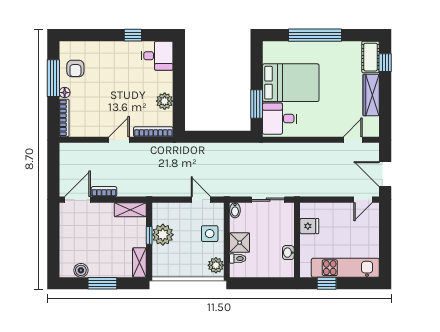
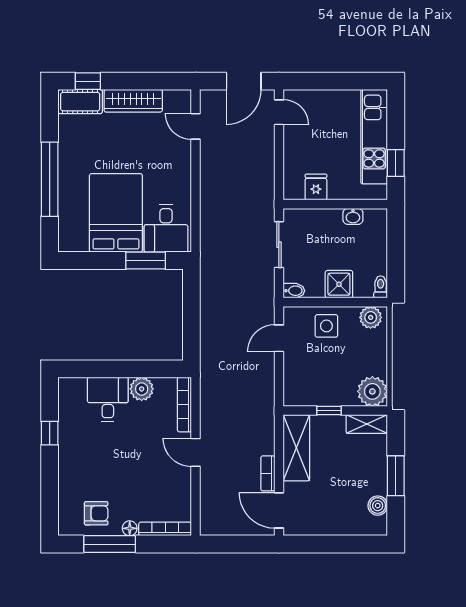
desk: (157, 56) -> (108, 399), moved
shelving: (130, 210) -> (296, 448), width x1.50, depth x1.33
plant: (163, 235) -> (372, 391), moved
toilet: (238, 259) -> (381, 287), moved

